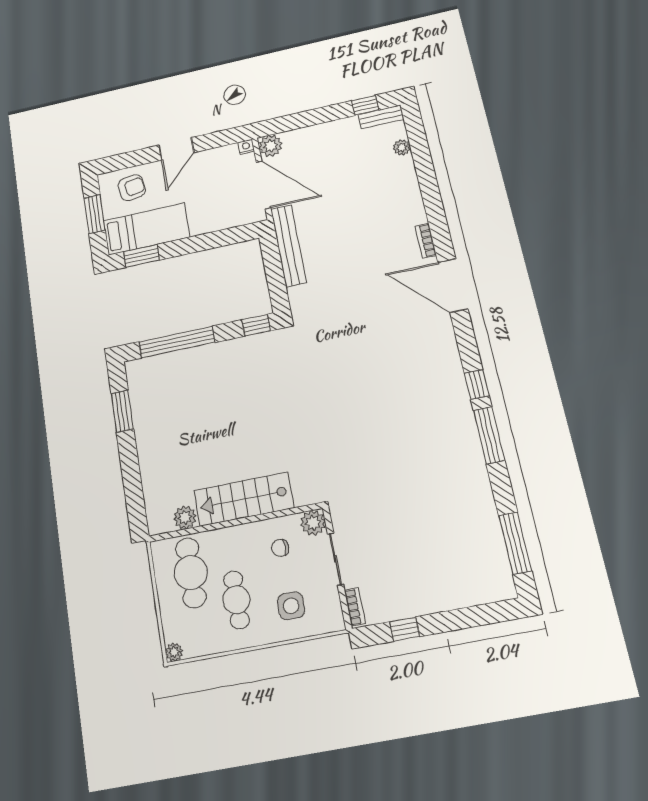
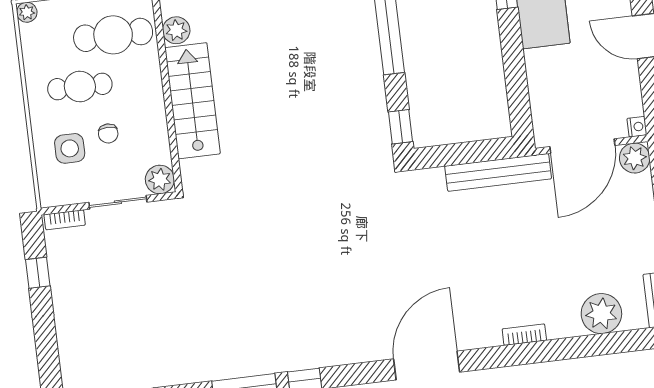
plant: (402, 147) -> (601, 314), width x1.88, depth x1.88
bookcase: (426, 241) -> (524, 335), moved
chair: (280, 548) -> (108, 133), moved, turned 180

